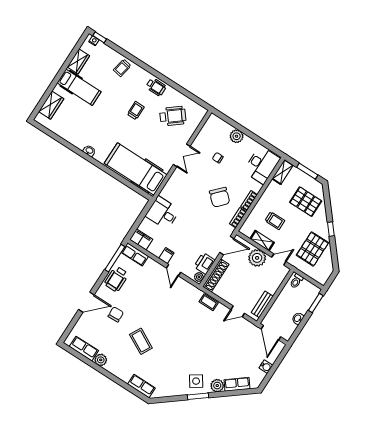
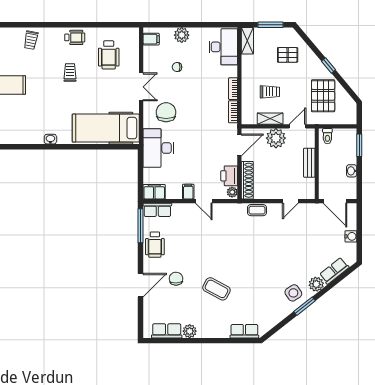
wheelchair: (173, 116) -> (109, 55), turned 129
filing cabinet: (212, 125) -> (151, 39), added
chair: (220, 197) -> (166, 112), moved, turned -133
pallet: (306, 202) -> (288, 55), width x0.67, depth x0.71
desk: (163, 213) -> (158, 148), width x1.37
bench: (262, 304) -> (309, 163), moved

